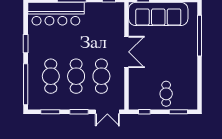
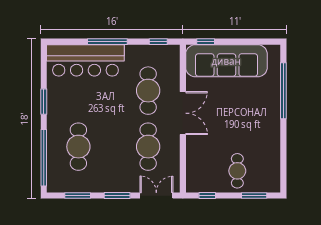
cafe table: (76, 76) -> (148, 91), moved
double door: (107, 112) -> (156, 196), swing flipped

